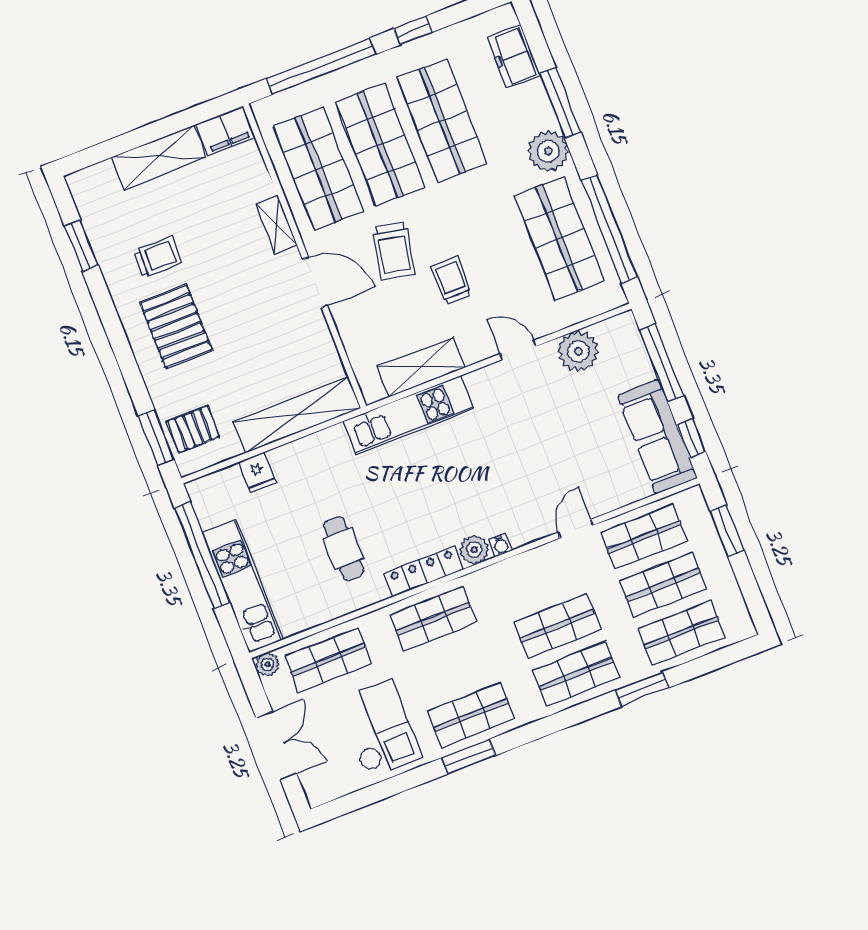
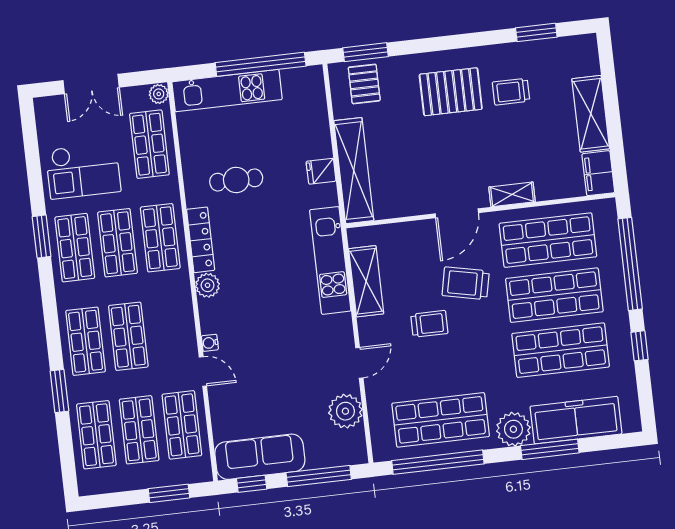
freezer: (514, 56) -> (576, 420), width x1.91, depth x1.26
trolley: (158, 257) -> (511, 92), turned 90
fridge: (257, 472) -> (321, 171), moved
water cooler: (501, 545) -> (210, 343), moved
shop shelf: (452, 667) -> (117, 243), added

